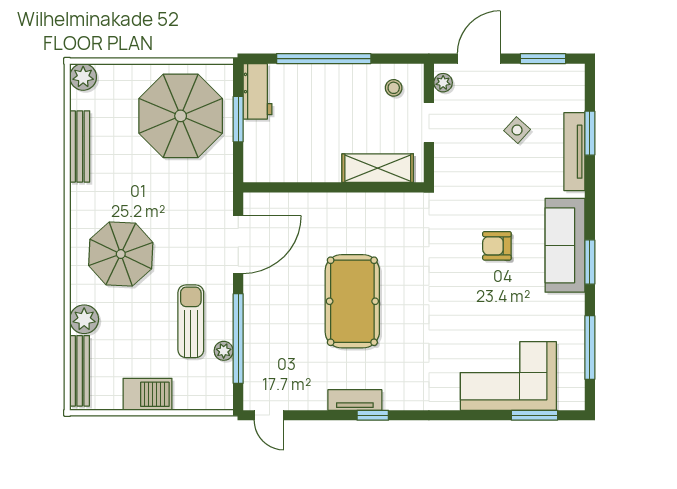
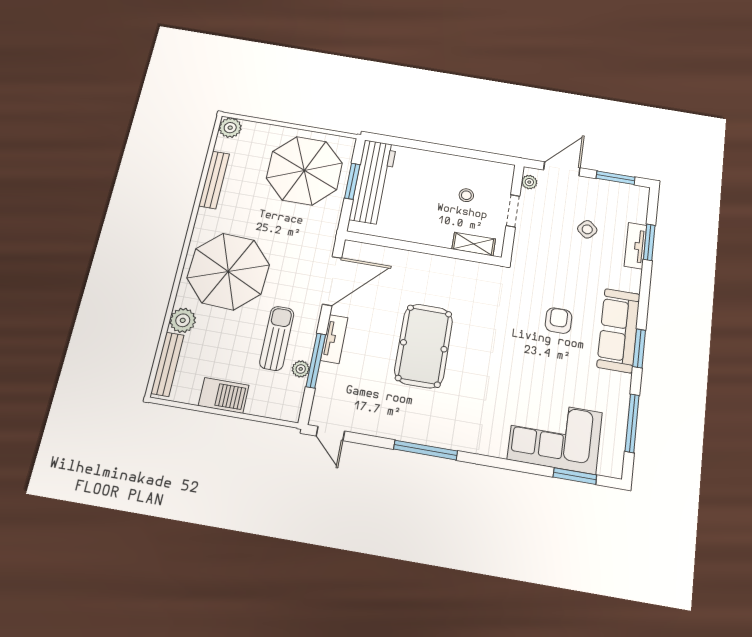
window: (324, 59) -> (432, 147), removed
stool: (394, 88) -> (466, 195), moved
workbench: (257, 91) -> (373, 182), width x1.88, depth x1.32
tv unit: (574, 152) -> (635, 246), width x0.71
shelving: (378, 168) -> (474, 244), width x0.67, depth x0.75
armchair: (497, 246) -> (558, 321), turned 90
parasol: (121, 254) -> (228, 271), width x1.36, depth x1.36
window: (238, 339) -> (316, 361), width x0.68
tv unit: (355, 400) -> (334, 339), moved, turned 90
window: (373, 415) -> (426, 450), width x2.17

